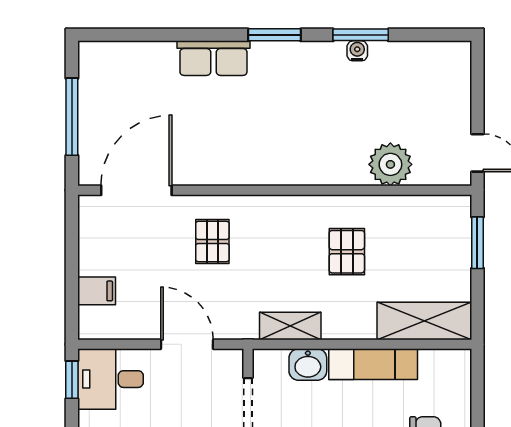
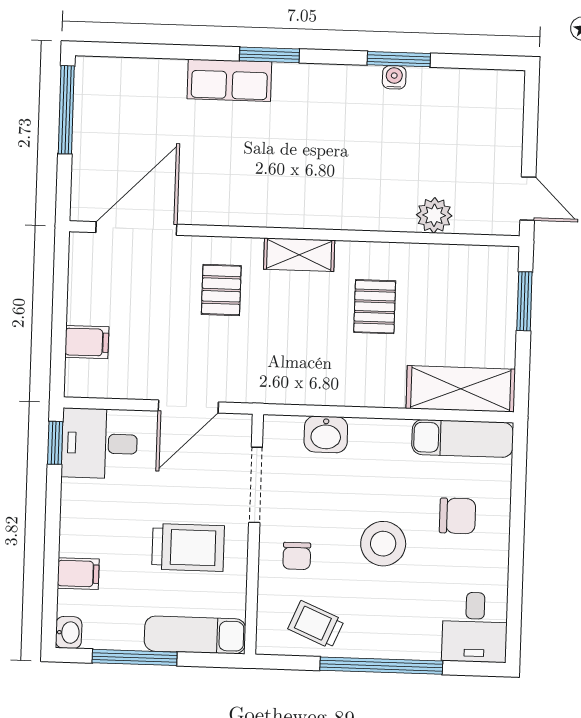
window: (274, 35) -> (269, 55), moved
window: (72, 117) -> (66, 110), moved
plant: (390, 164) -> (434, 215), width x0.73, depth x0.73
shelving: (290, 326) -> (299, 255), moved
door: (187, 344) -> (188, 407), swing flipped
exam couch: (373, 364) -> (463, 438), moved

